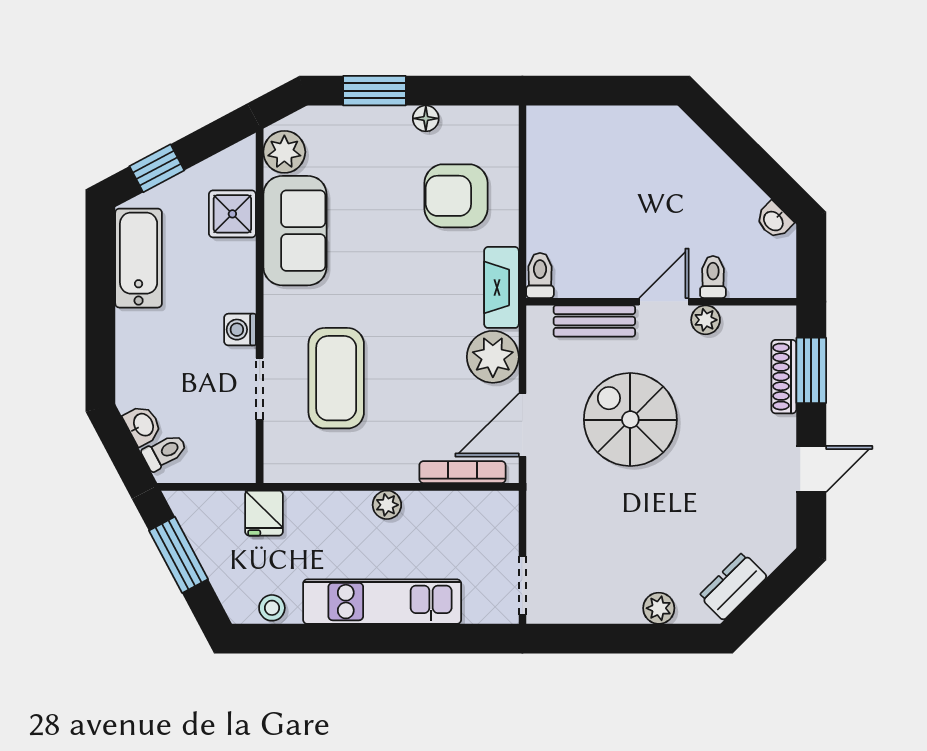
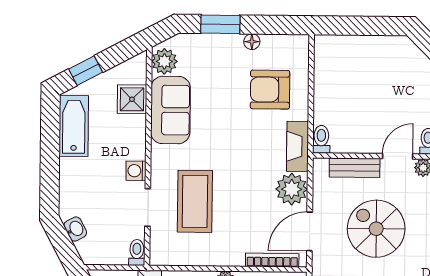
toilet: (164, 452) -> (137, 252), moved, turned -62

